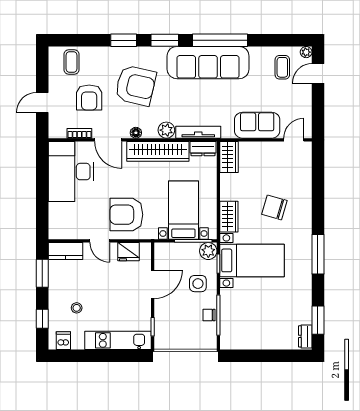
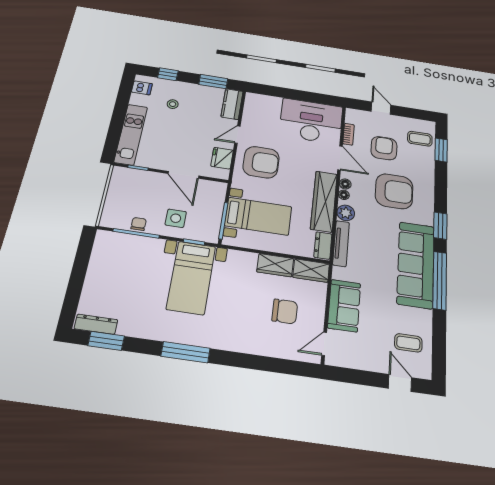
window: (124, 40) -> (441, 150), moved
plant: (306, 52) -> (425, 373), removed
armchair: (136, 86) -> (394, 191), turned -103
armchair: (89, 97) -> (384, 148), turned 90
floor lamp: (148, 133) -> (344, 195), added
door: (108, 140) -> (340, 158), swing flipped
door: (294, 140) -> (324, 344), swing flipped
chair: (274, 207) -> (285, 311), moved, turned 74
armchair: (126, 215) -> (261, 162), turned 90
wardrobe: (229, 217) -> (275, 265), moved
plant: (208, 251) -> (210, 234), removed
dresser: (305, 336) -> (96, 324), width x1.44

